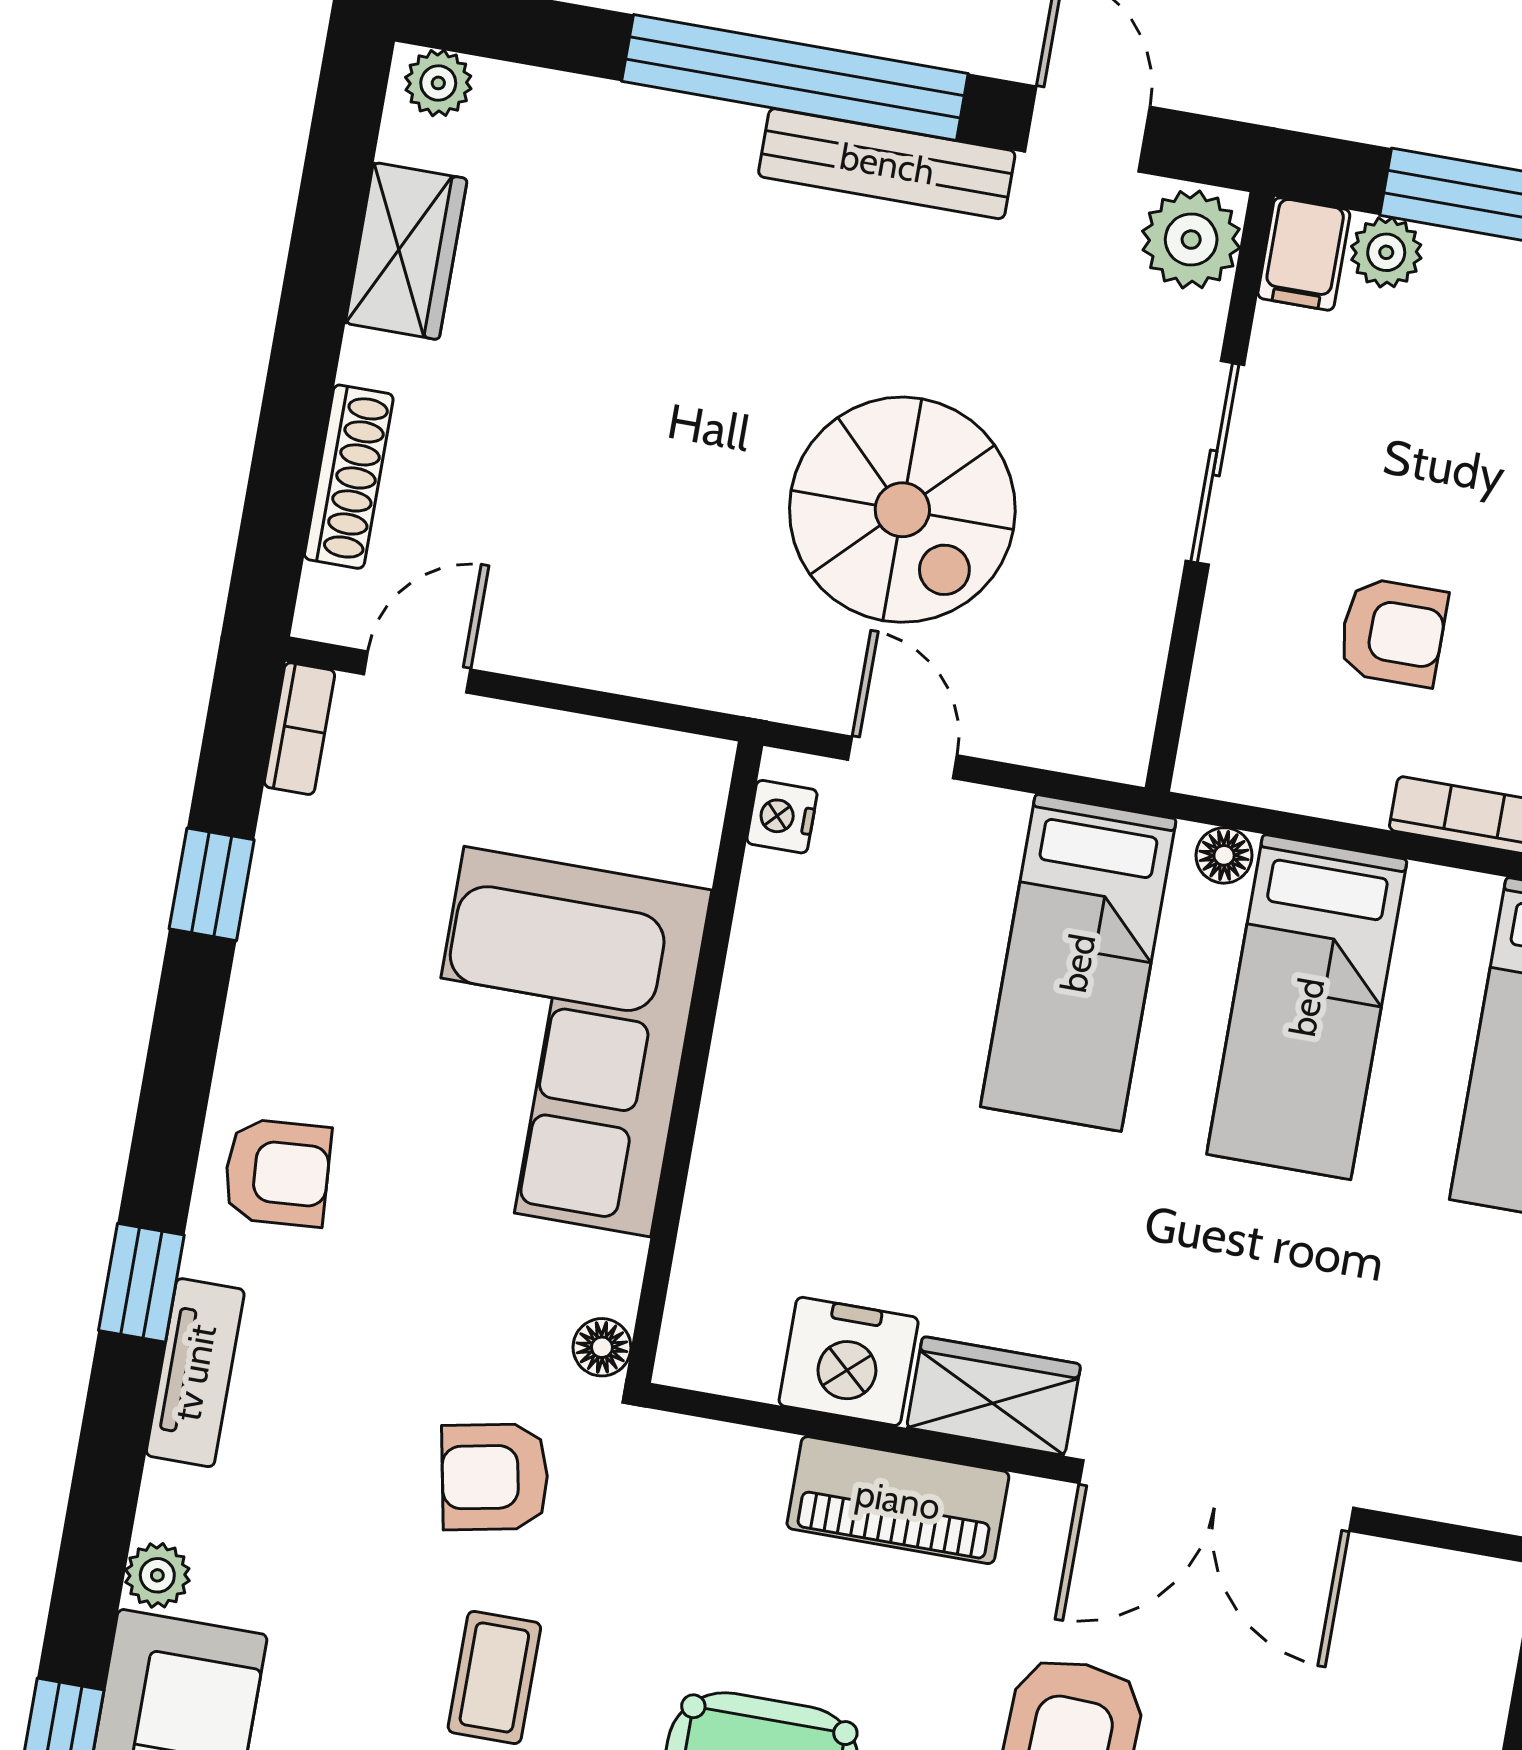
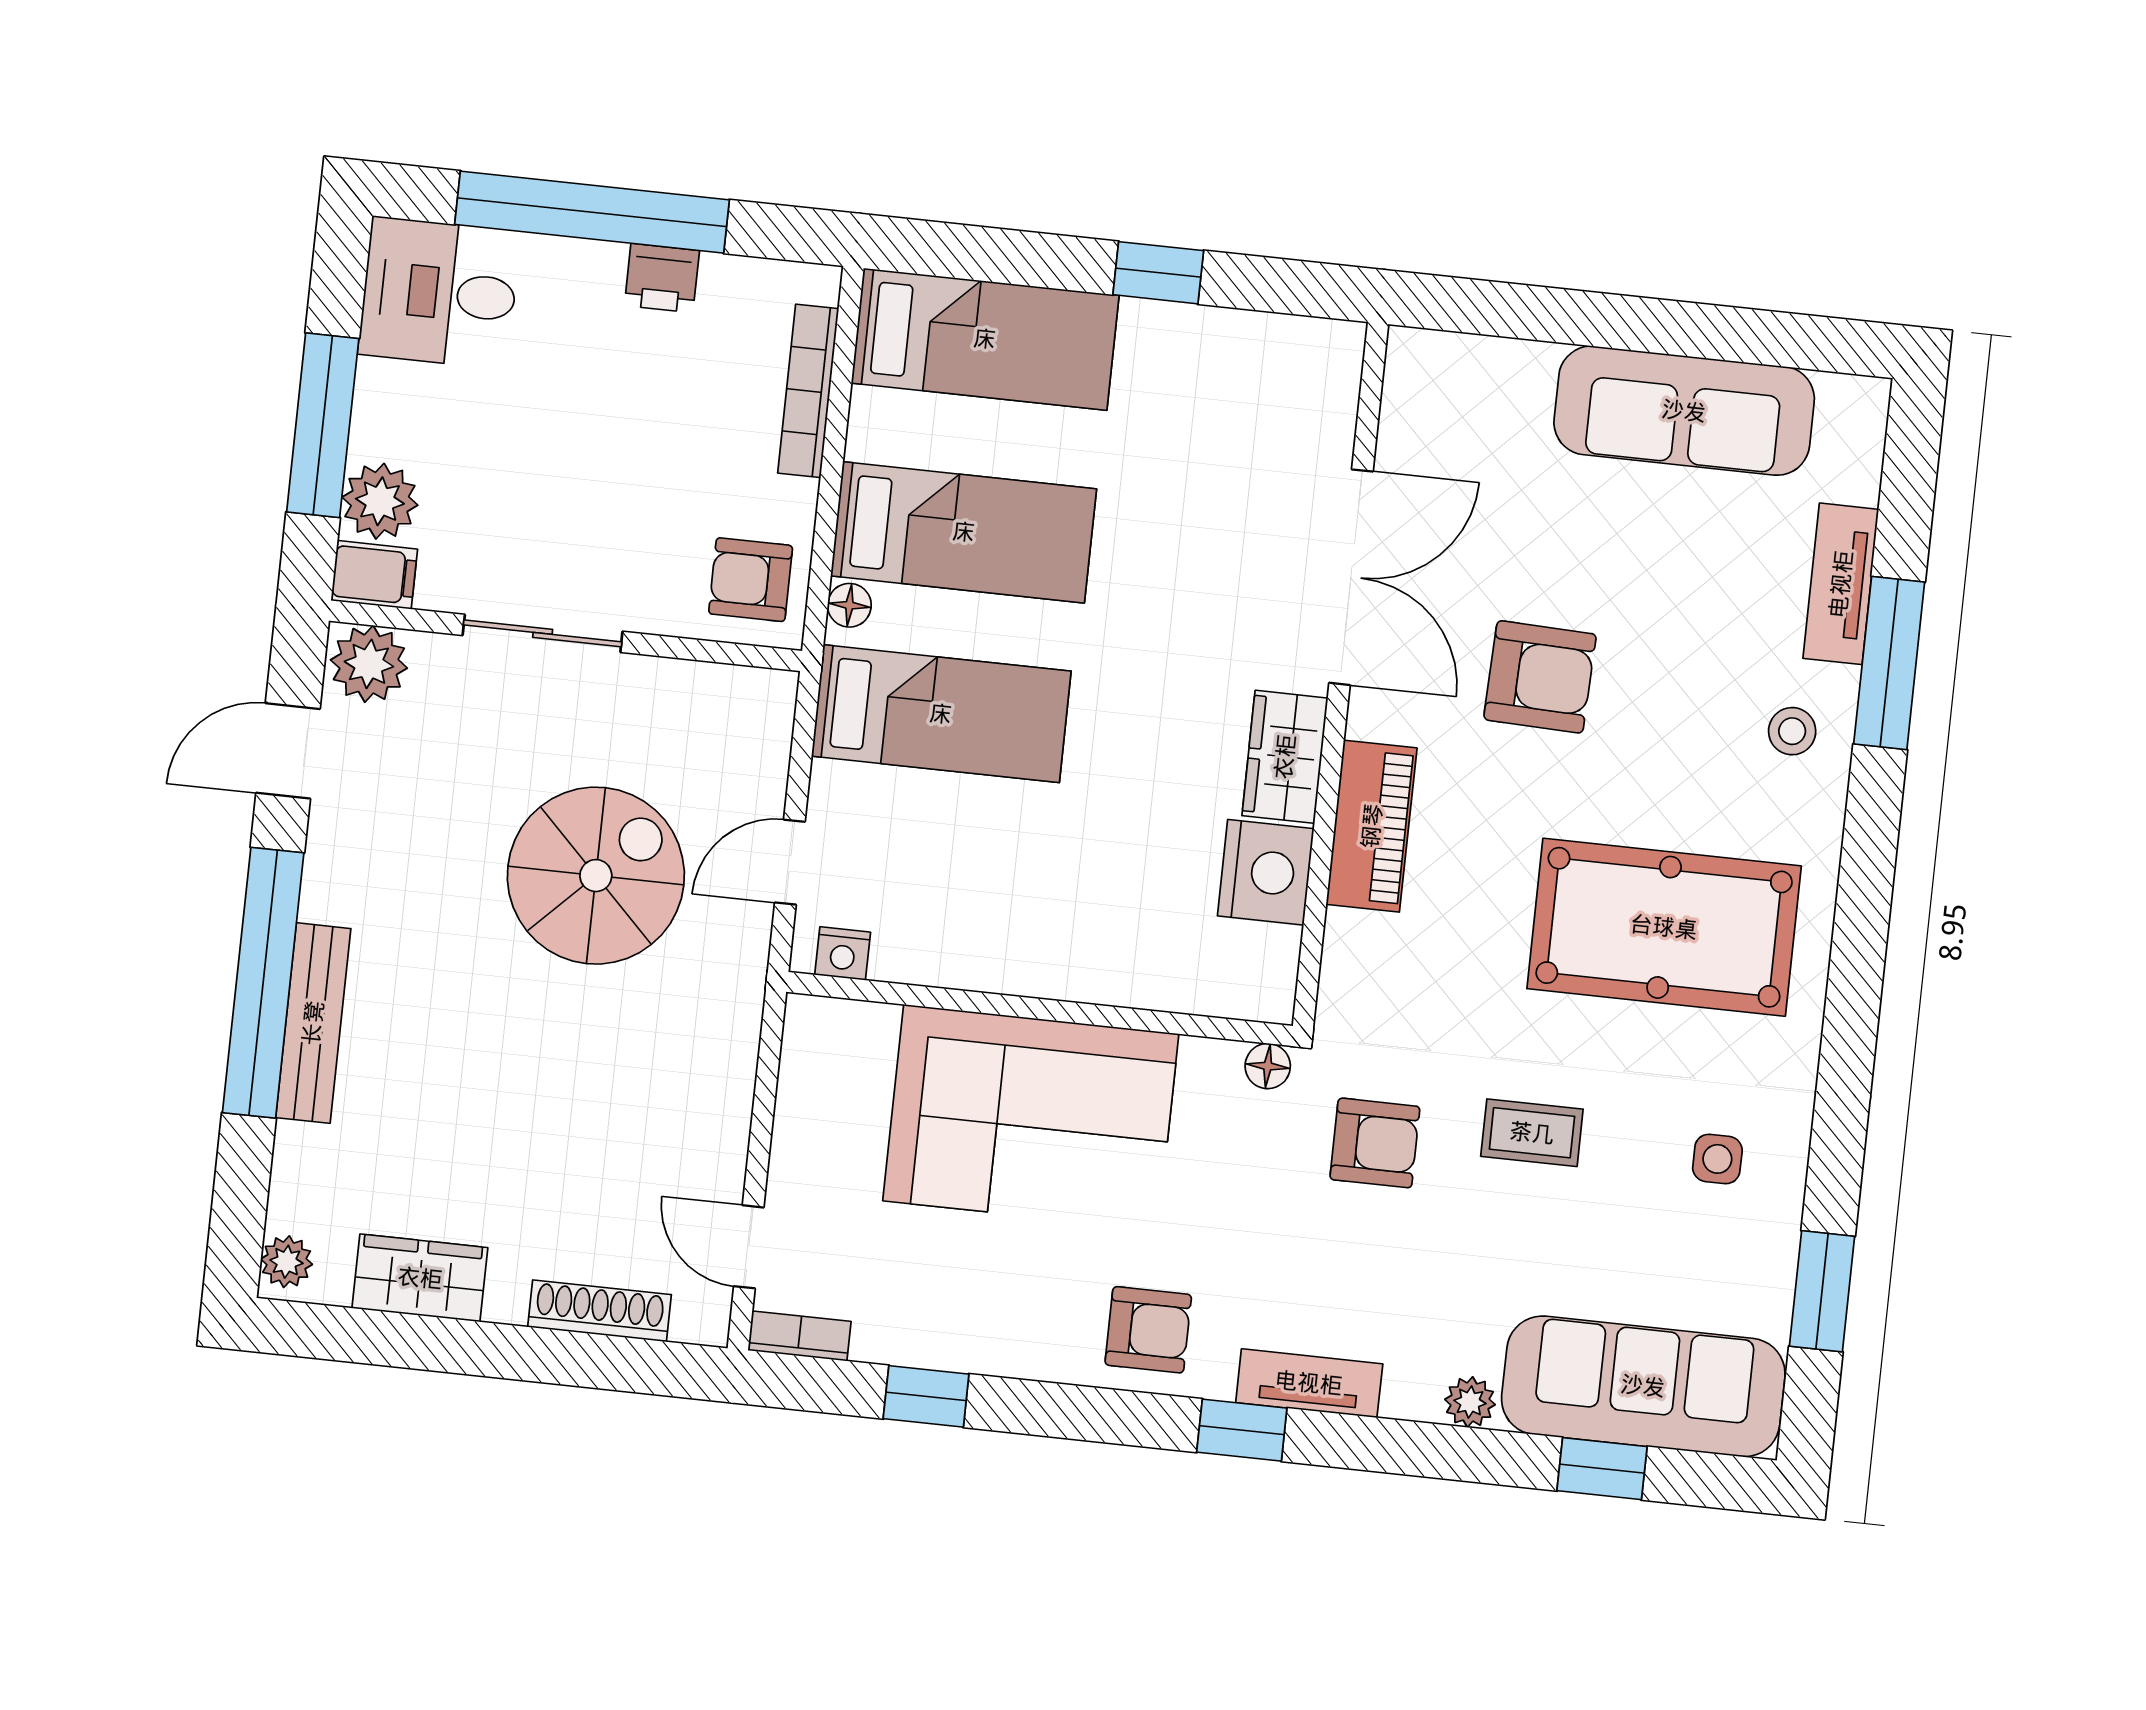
bench: (887, 164) -> (313, 1023), moved
plant: (1386, 252) -> (380, 501), width x1.38, depth x1.38
armchair: (1393, 632) -> (751, 580), moved, turned -90
armchair: (277, 1173) -> (1148, 1330), turned 94
armchair: (495, 1477) -> (1375, 1143), turned -79

